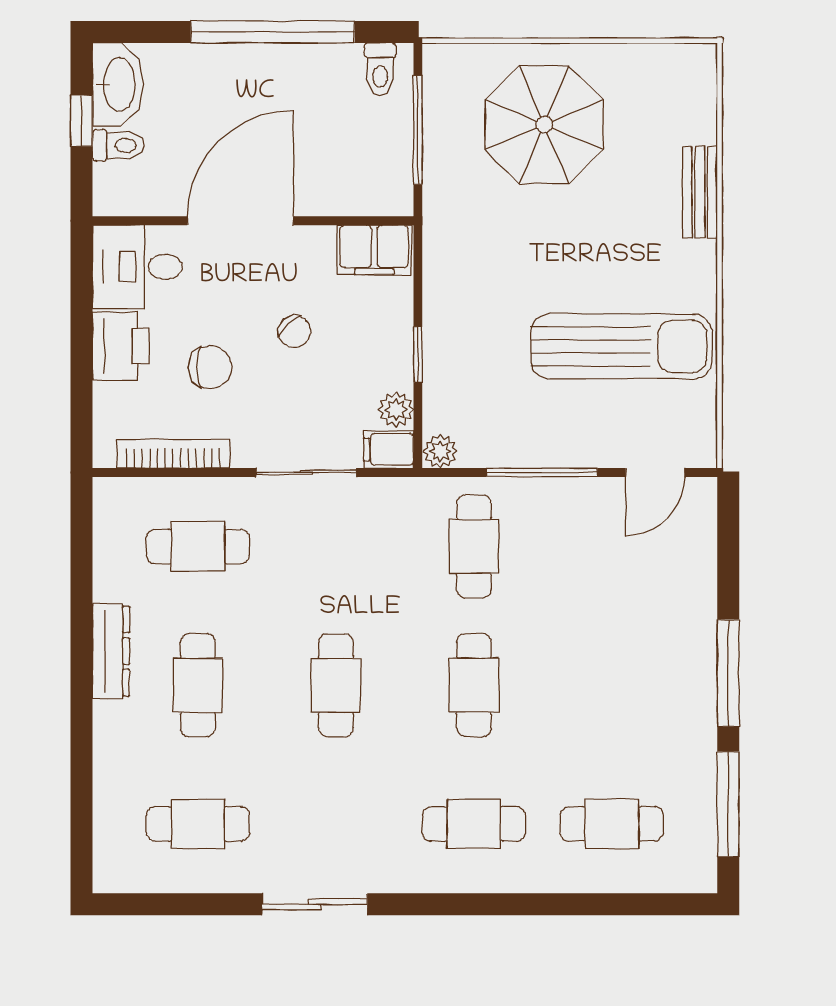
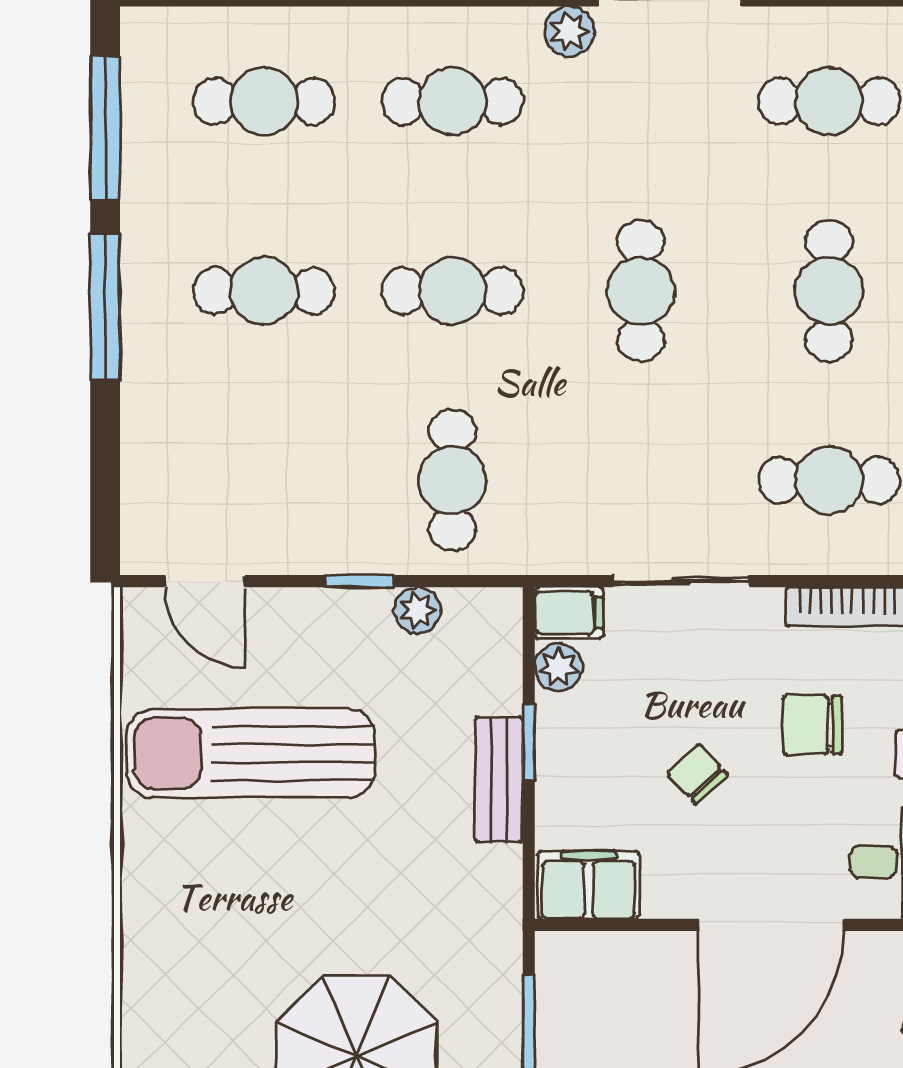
bench: (700, 192) -> (499, 780), moved
plant: (440, 451) -> (417, 610), moved
window: (542, 473) -> (359, 581), width x0.46
door: (655, 473) -> (205, 581), swing flipped
cafe table: (474, 685) -> (452, 291), turned 90
cafe table: (612, 685) -> (264, 291), added
plant: (388, 875) -> (569, 31), added

